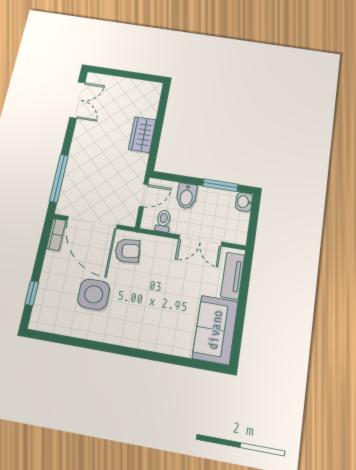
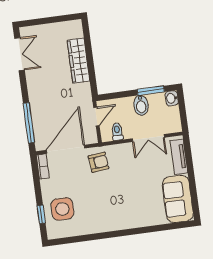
wardrobe: (142, 135) -> (78, 61), width x1.50
bidet: (186, 196) -> (141, 105), moved
door: (92, 222) -> (66, 149), swing flipped
side table: (94, 294) -> (62, 209), moved

